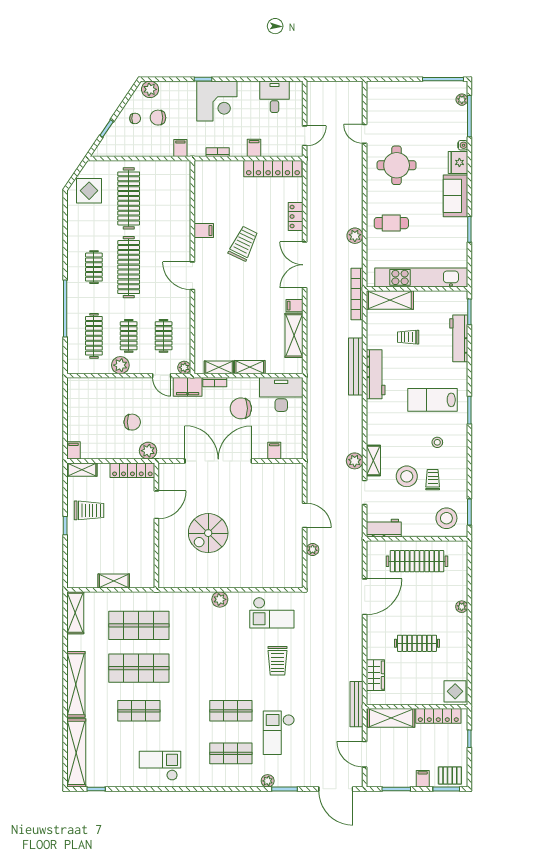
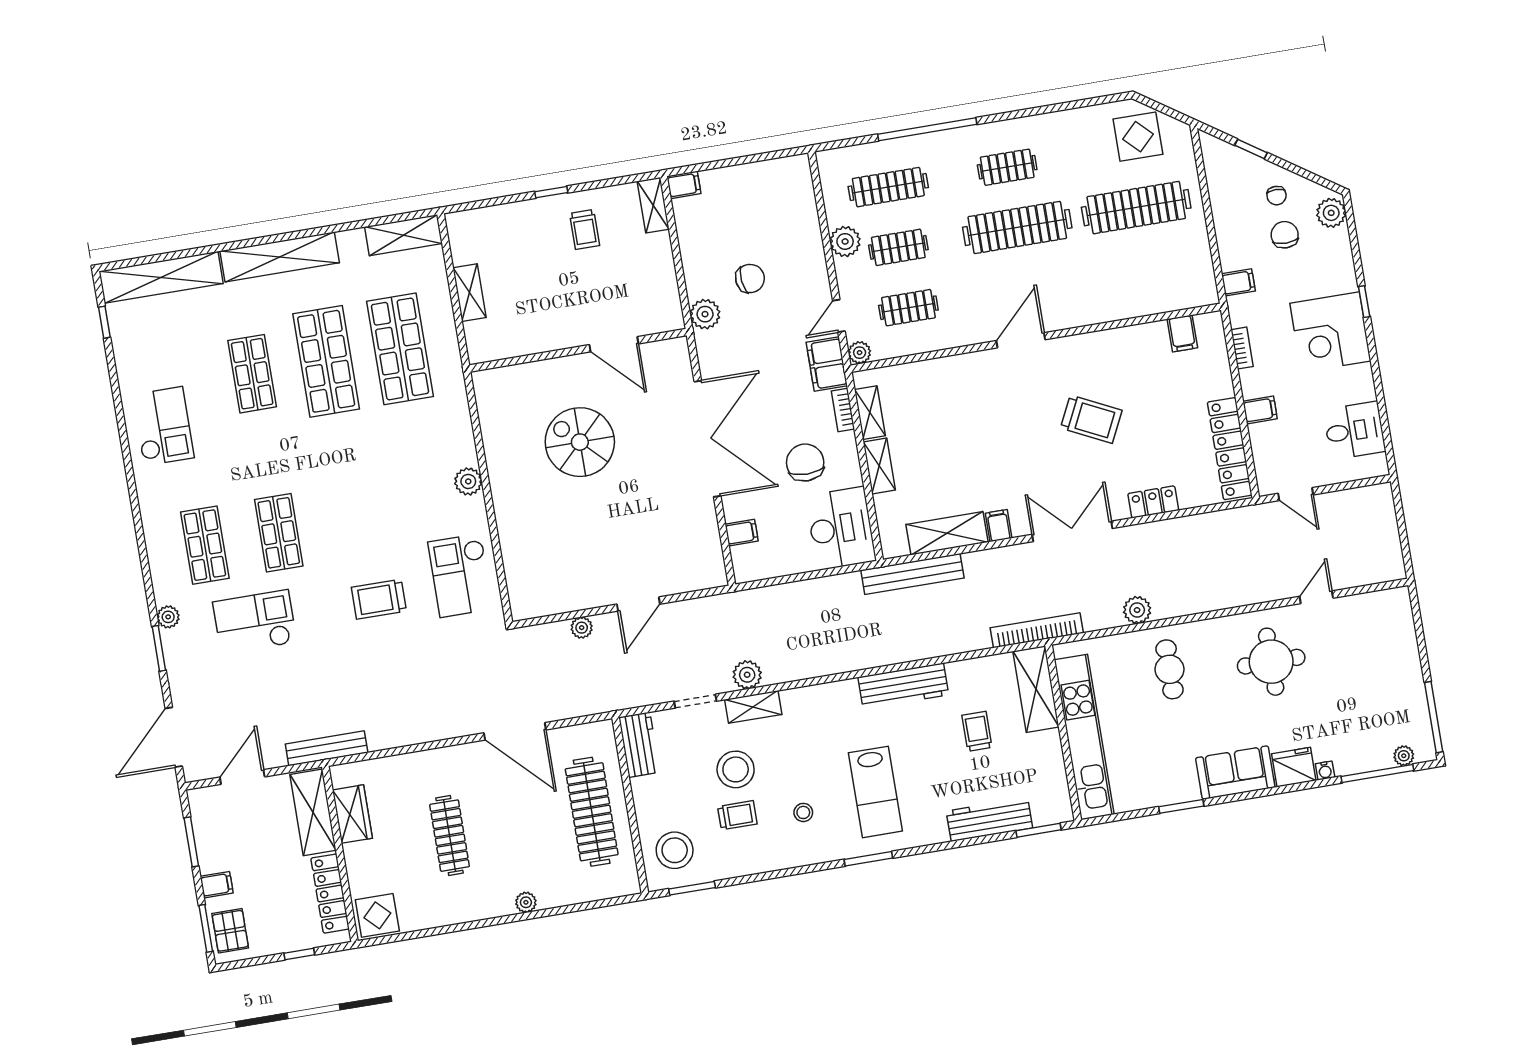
filing cabinet: (204, 231) -> (1182, 333), moved
bench: (356, 366) -> (912, 574), moved
lab bench: (433, 400) -> (875, 792), turned 180
chair: (132, 422) -> (750, 278), turned -97
locker: (132, 470) -> (667, 293), removed
trolley: (89, 510) -> (585, 229), width x0.73, depth x0.72
wardrobe: (375, 675) -> (352, 814), moved, turned -90

